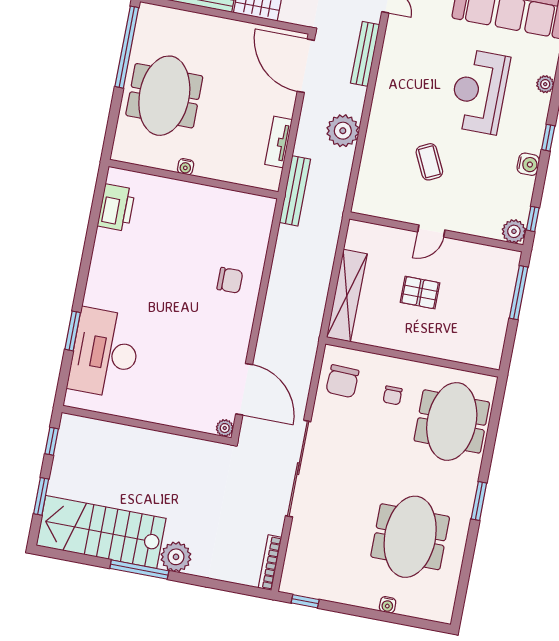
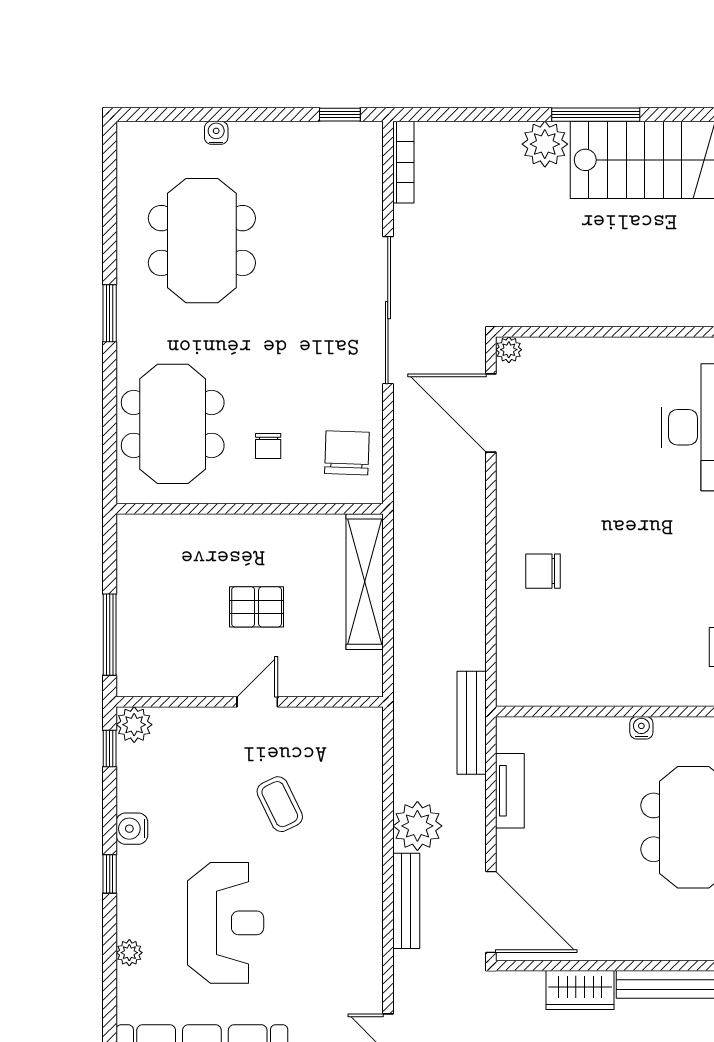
bench: (365, 54) -> (406, 901), moved
chair: (393, 395) -> (268, 446), turned 180

